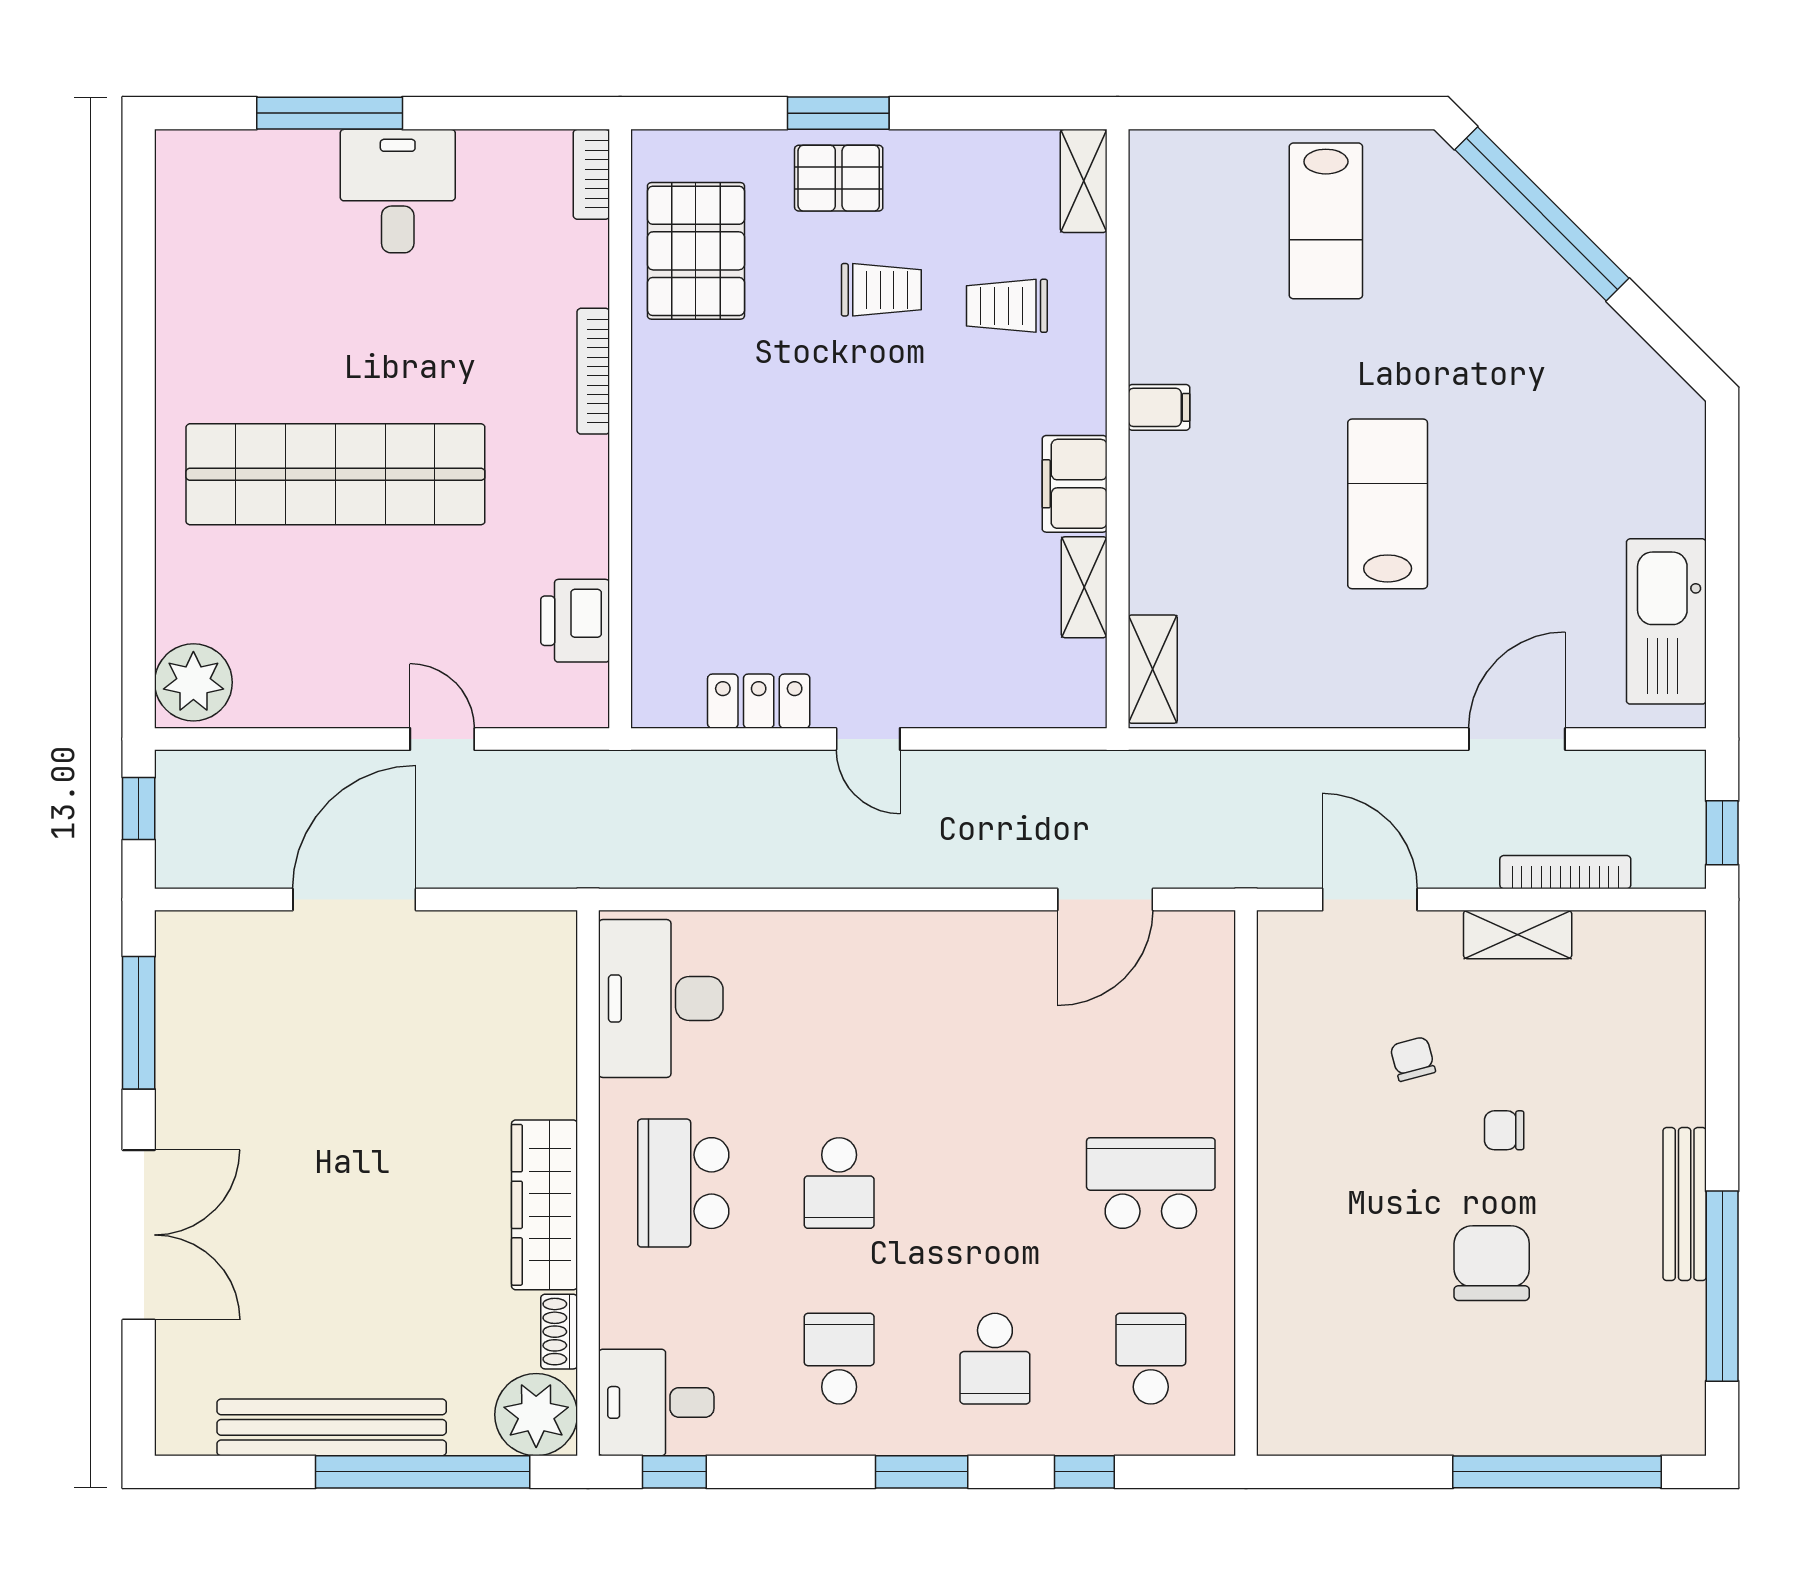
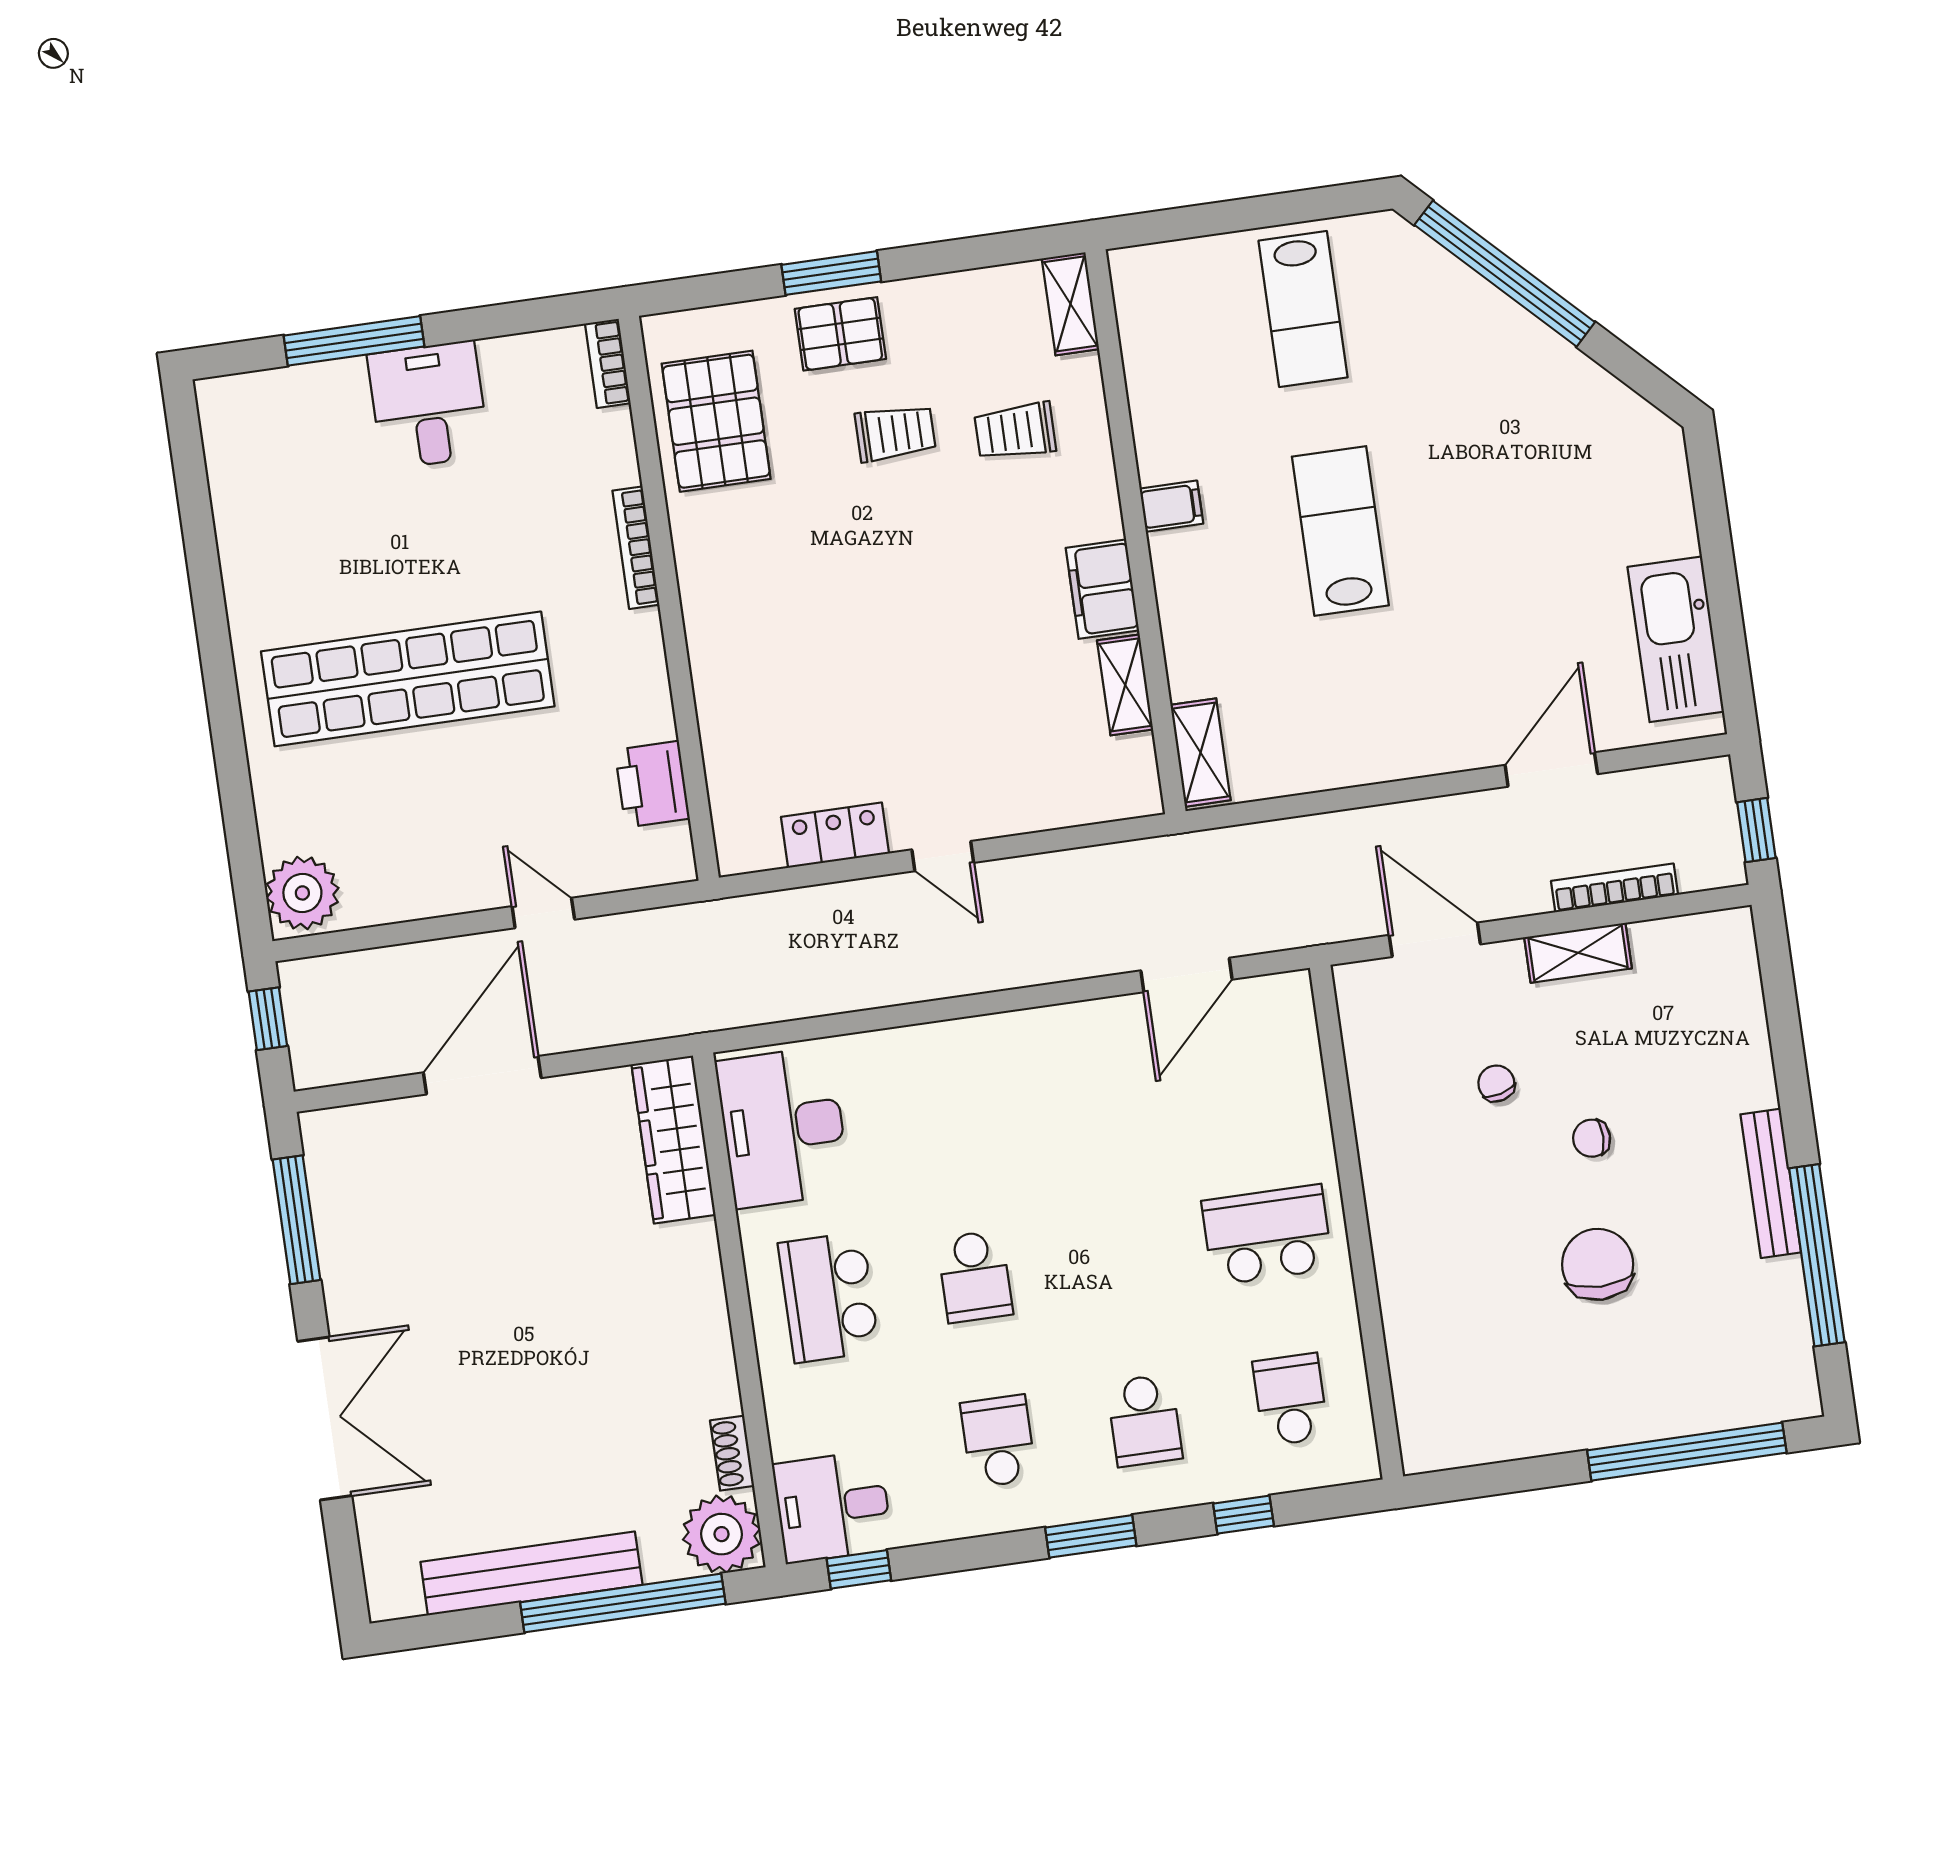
lab bench: (1388, 504) -> (1340, 531), moved
wardrobe: (544, 1205) -> (673, 1140), moved

